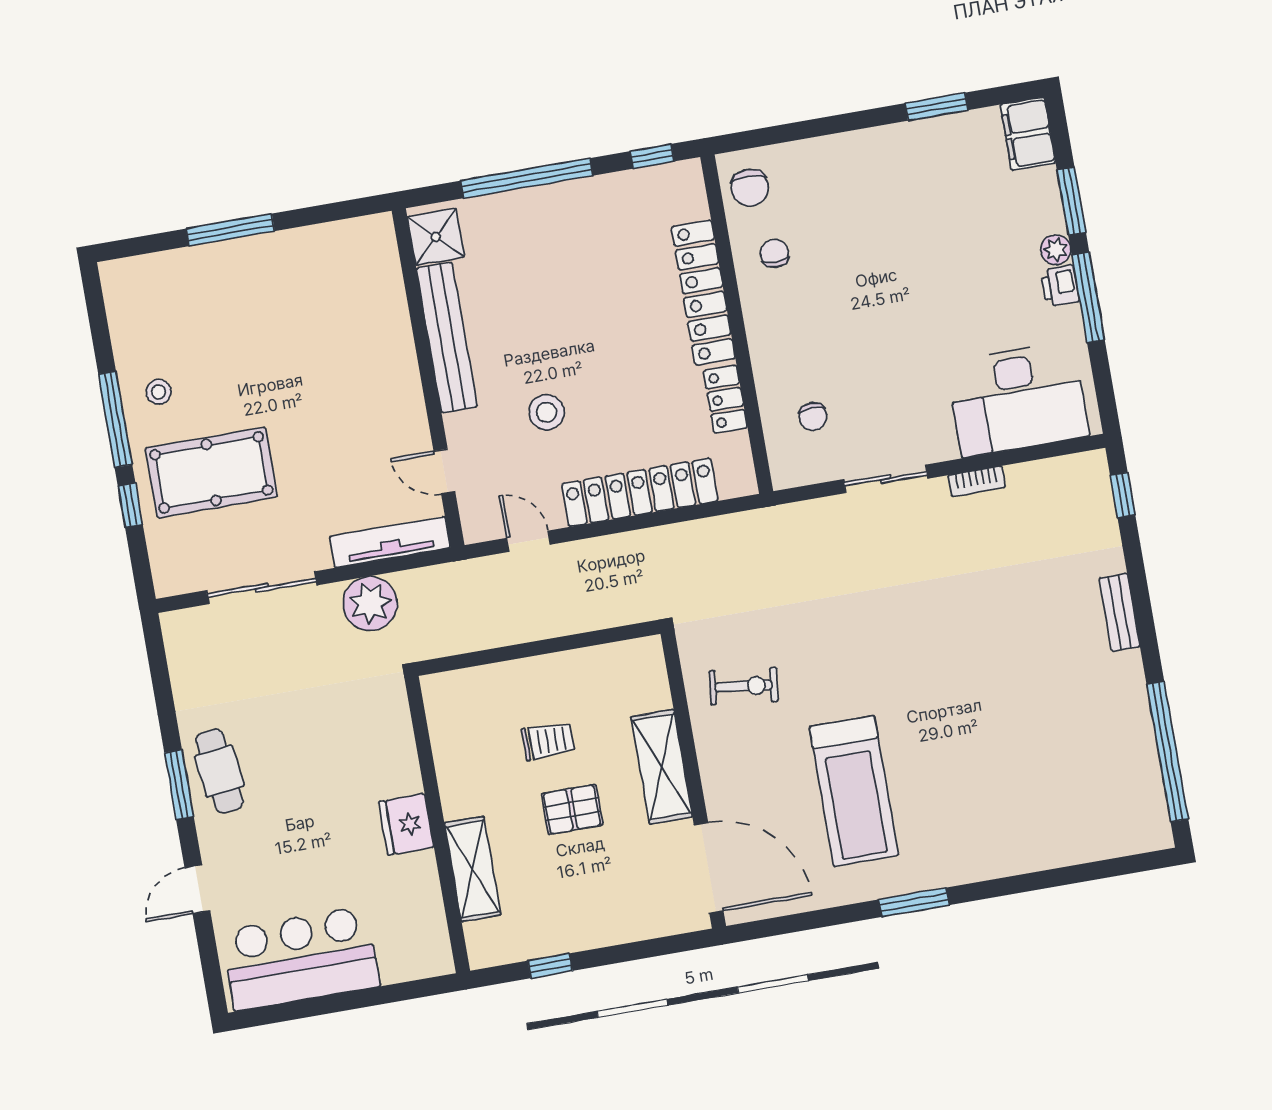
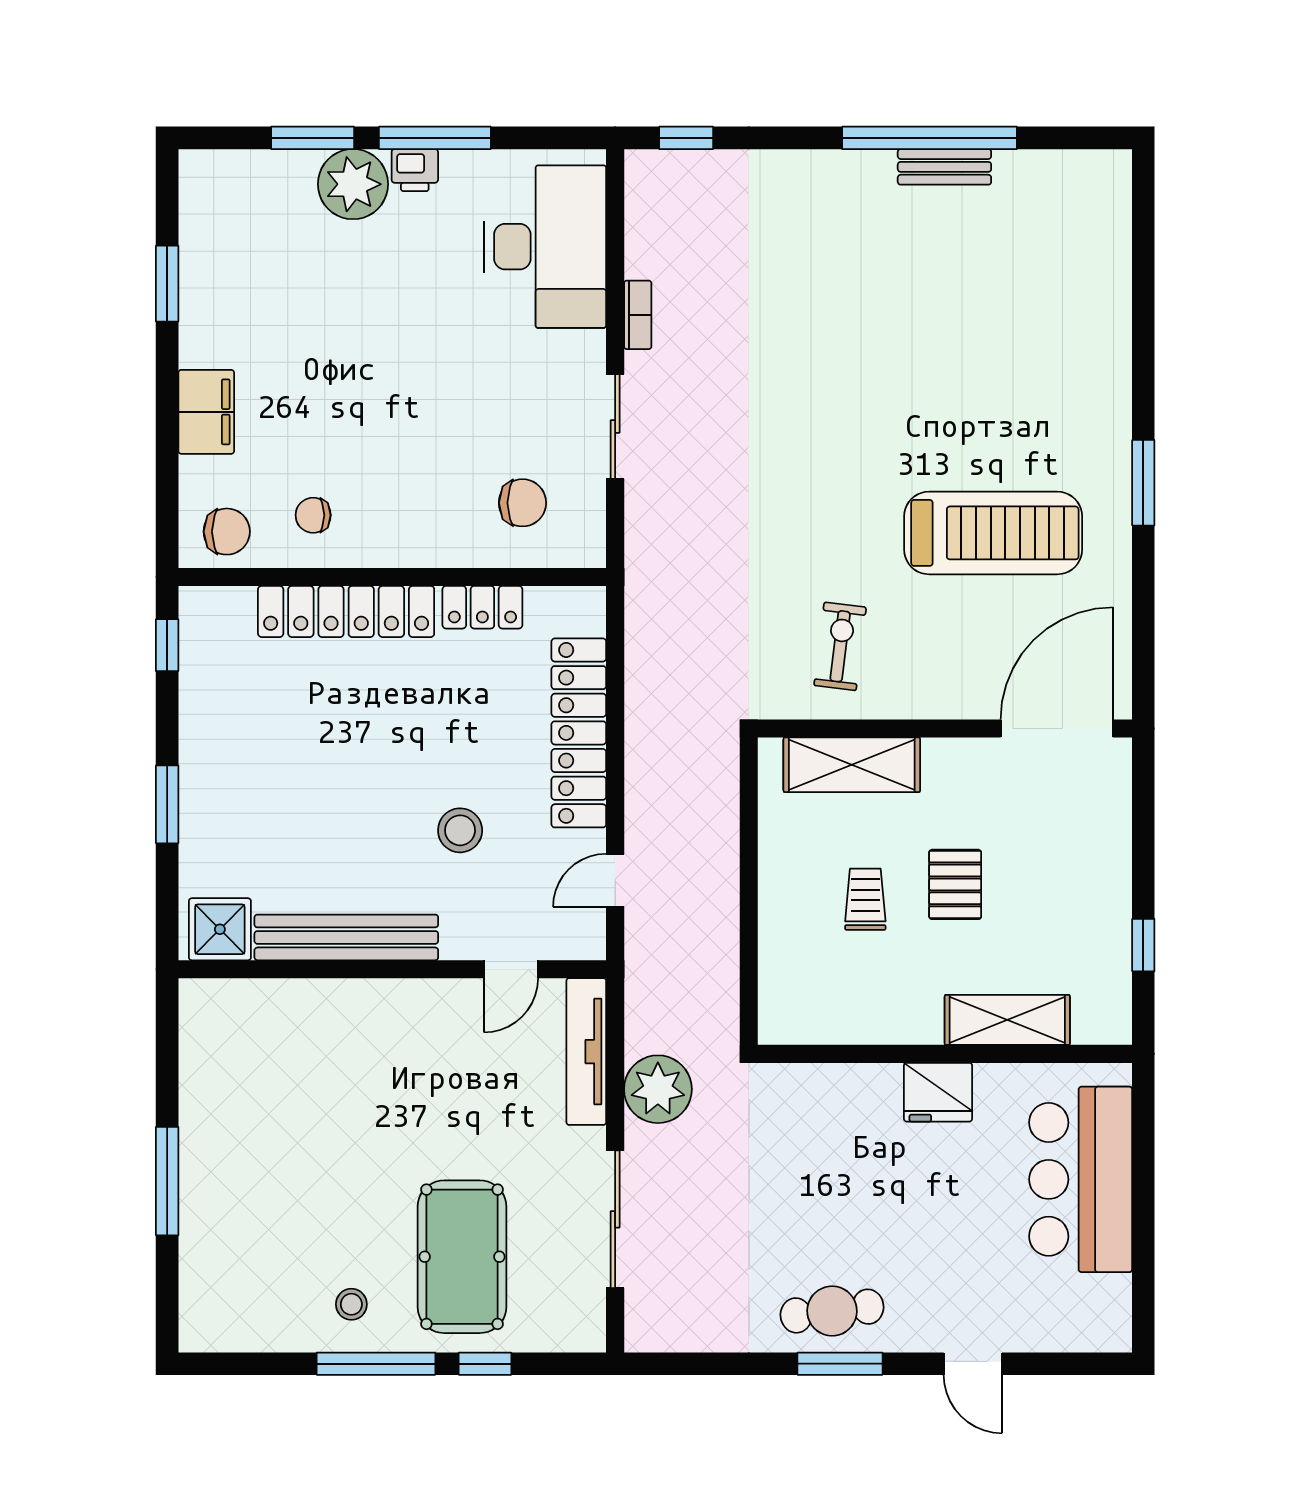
filing cabinet: (1028, 134) -> (206, 412), moved, turned -90
window: (527, 178) -> (167, 804), width x0.47
plant: (1056, 250) -> (353, 184), width x1.88, depth x1.88
chair: (813, 416) -> (522, 503), width x1.37, depth x1.37
bench: (1120, 612) -> (944, 167), moved
window: (1167, 752) -> (929, 138), moved
shelving: (662, 767) -> (852, 765), moved
bar counter: (301, 959) -> (1081, 1179), moved

